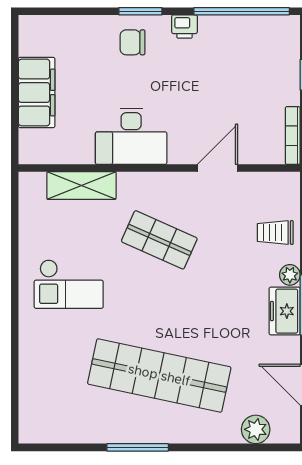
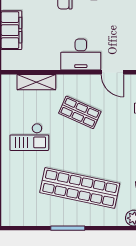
desk: (131, 136) -> (81, 55), moved
door: (218, 168) -> (112, 72), swing flipped

